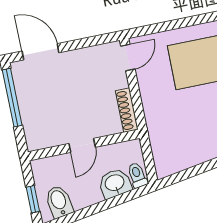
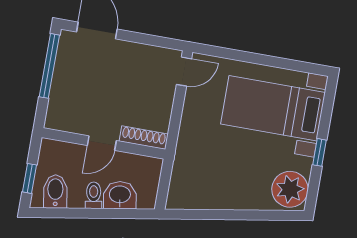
shoe rack: (127, 110) -> (144, 138), moved, turned 90
toilet: (137, 175) -> (94, 195), moved

